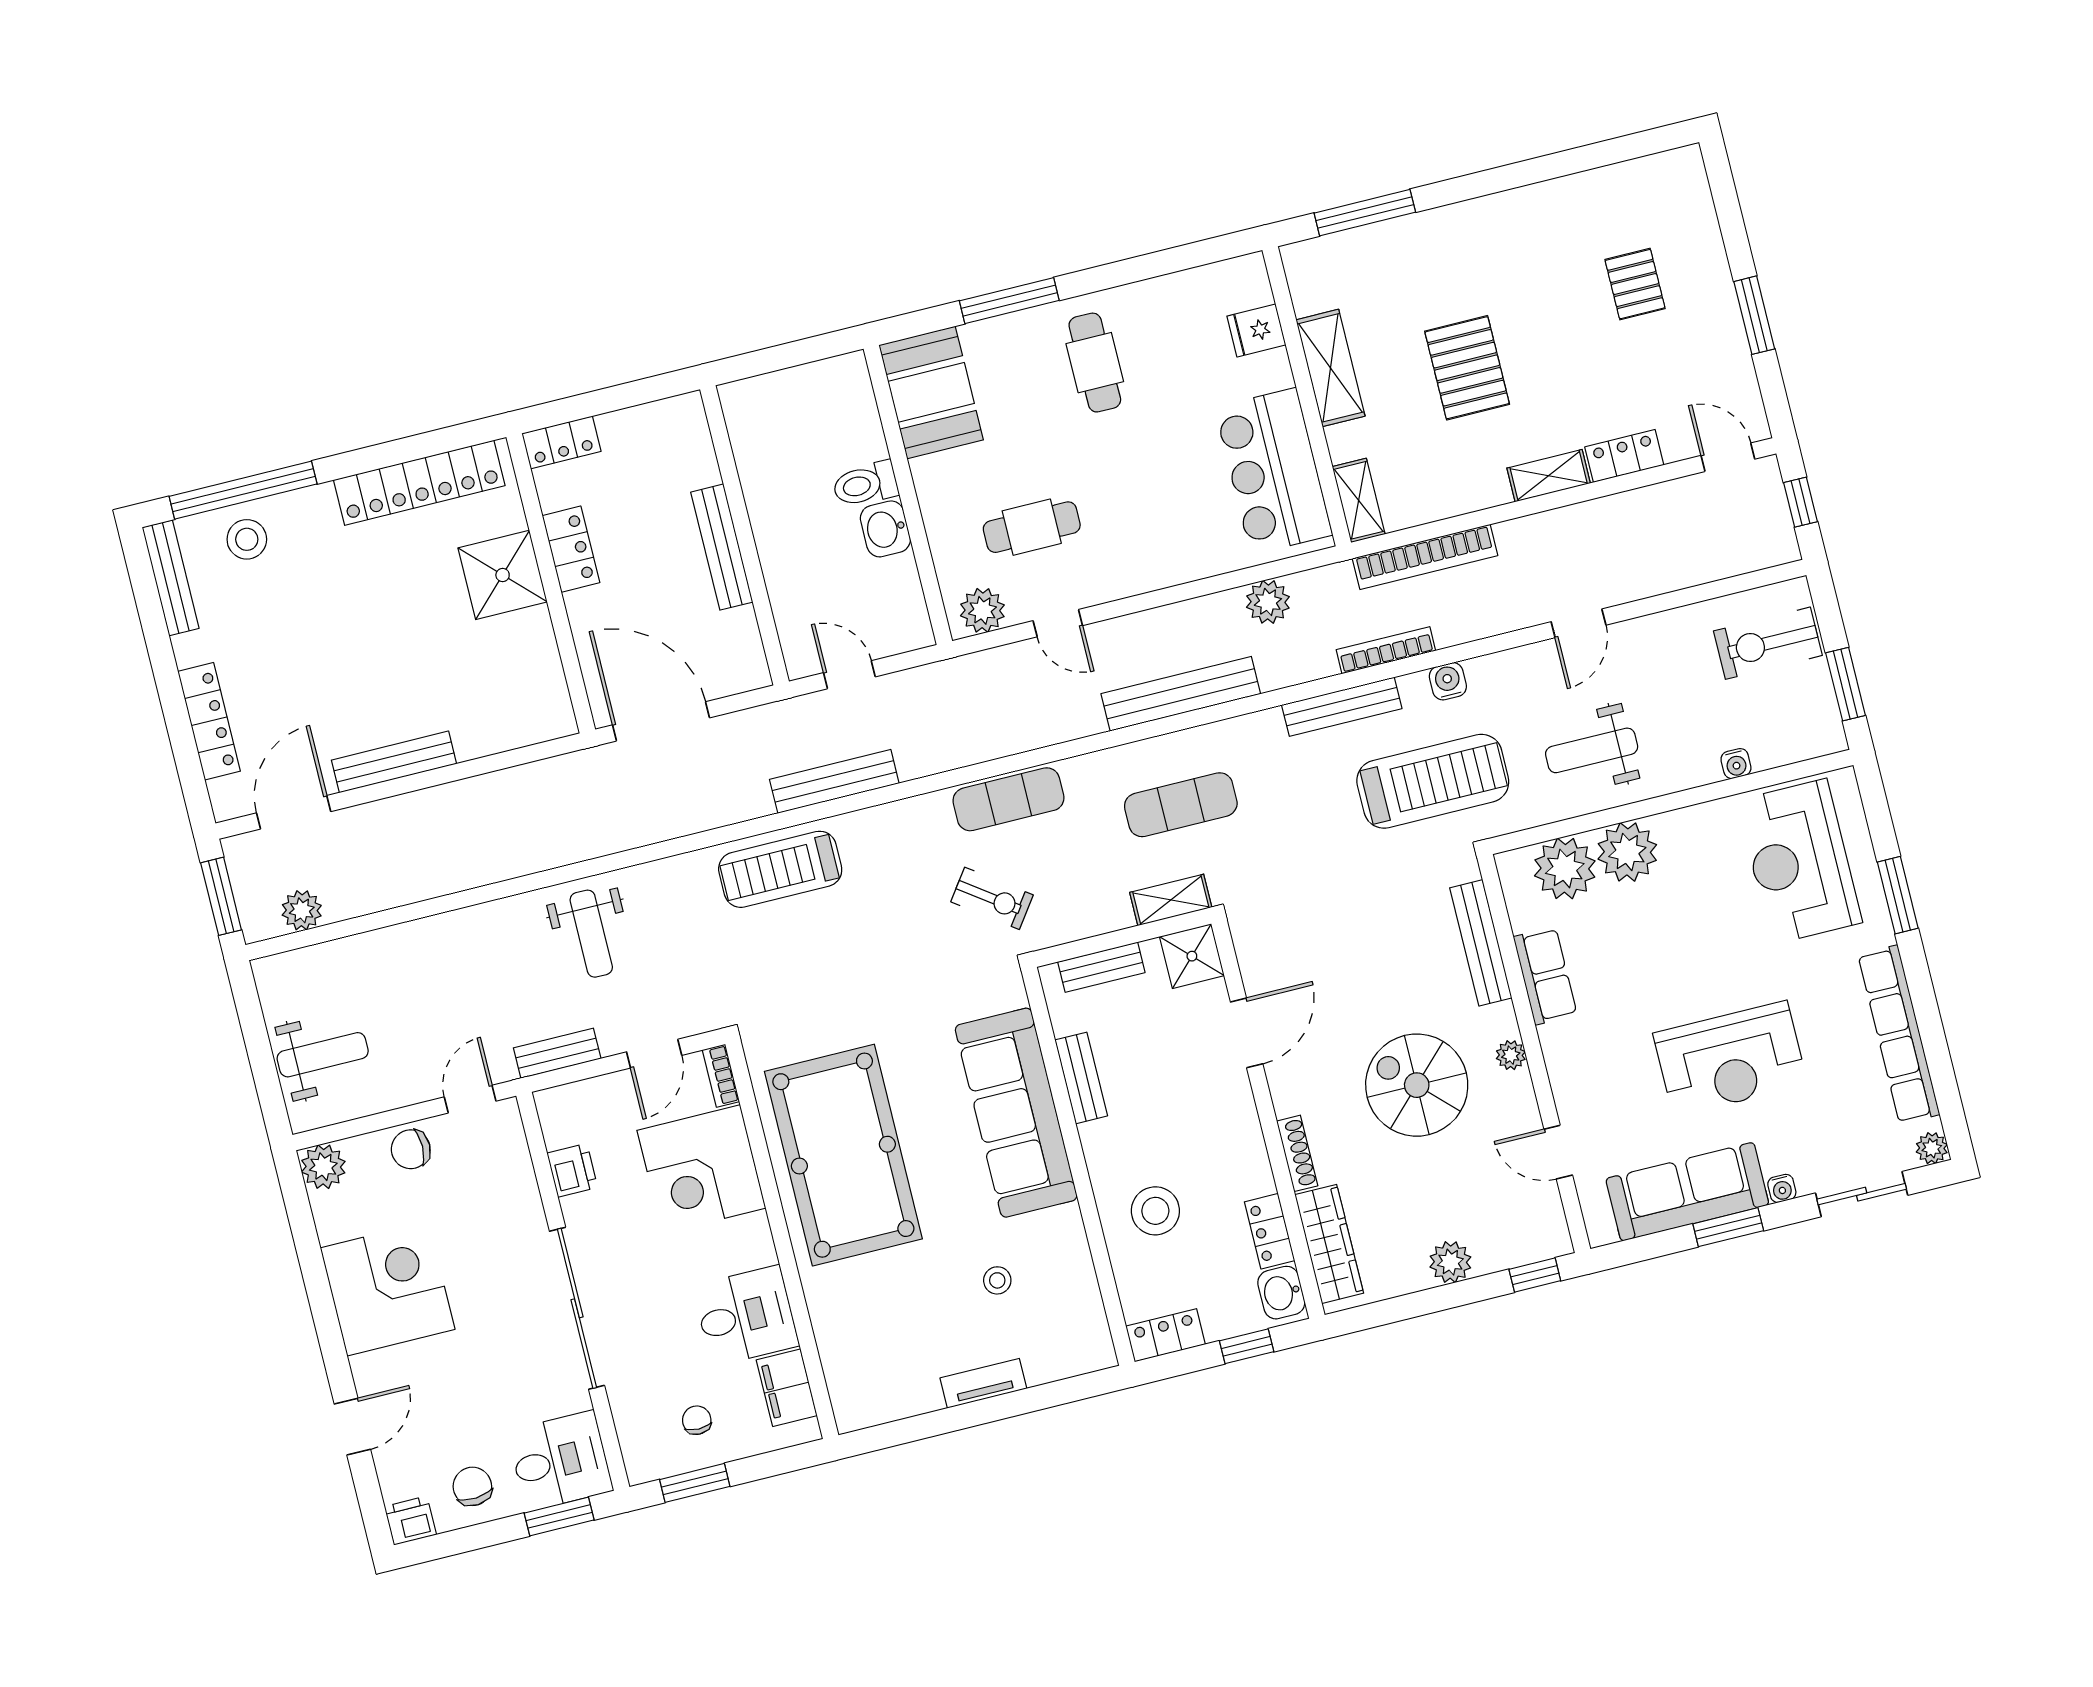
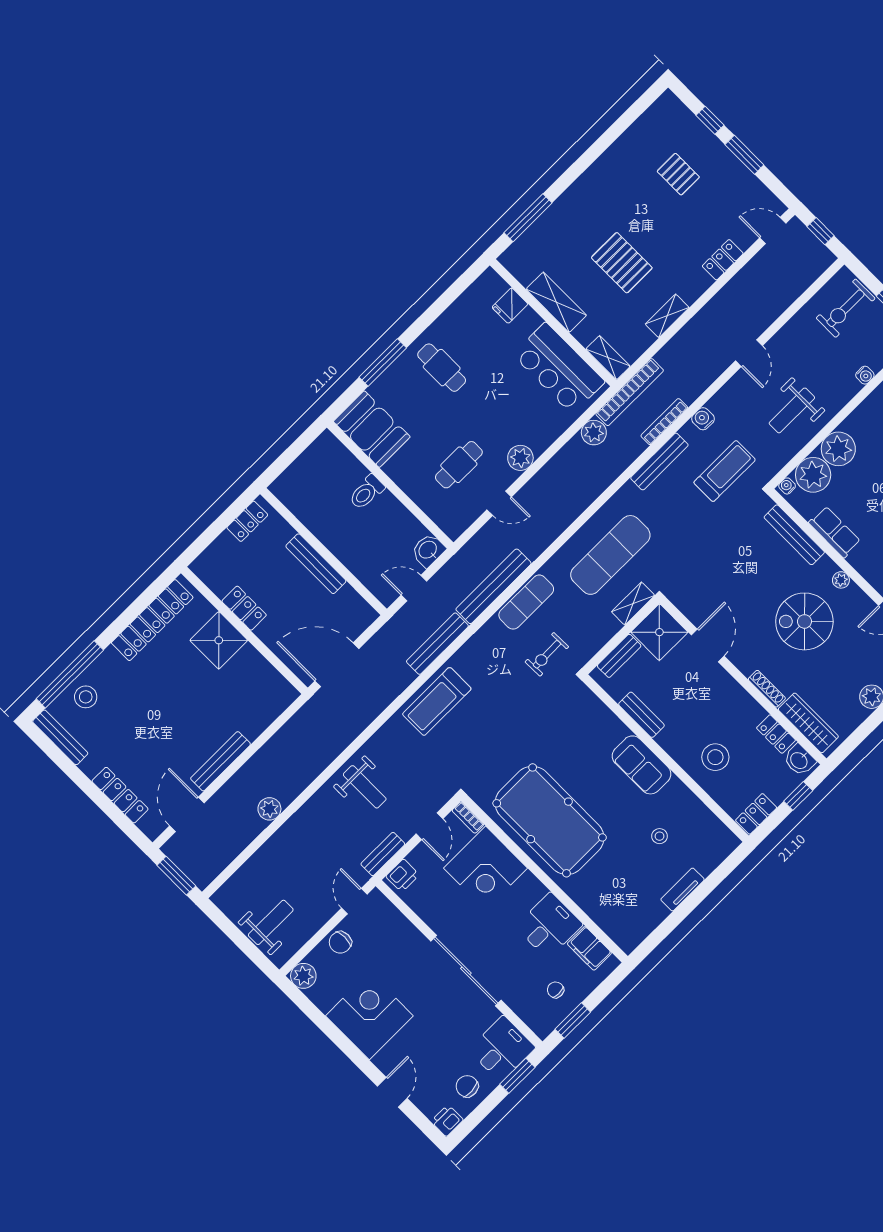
window: (1733, 231) -> (710, 120), added
locker: (561, 442) -> (247, 521), moved
shelving: (1549, 476) -> (667, 316), moved
washbasin: (885, 529) -> (428, 550), moved, turned 90
bookcase: (1425, 557) -> (630, 392), moved
plant: (982, 610) -> (520, 458), moved
bench: (1181, 694) -> (494, 586), moved
treadmill: (1433, 781) -> (725, 471), width x0.73, depth x0.73
exercise mat: (1181, 805) -> (610, 555), width x1.36, depth x1.45
water cooler: (1515, 862) -> (787, 486), added
exercise bike: (992, 898) -> (547, 654), turned 143
plant: (302, 910) -> (269, 809), moved
shower: (1192, 956) -> (659, 632), width x1.36, depth x1.36
sofa: (1016, 1113) -> (642, 765), width x0.54, depth x0.79
printer: (572, 1170) -> (403, 876), moved, turned 90

